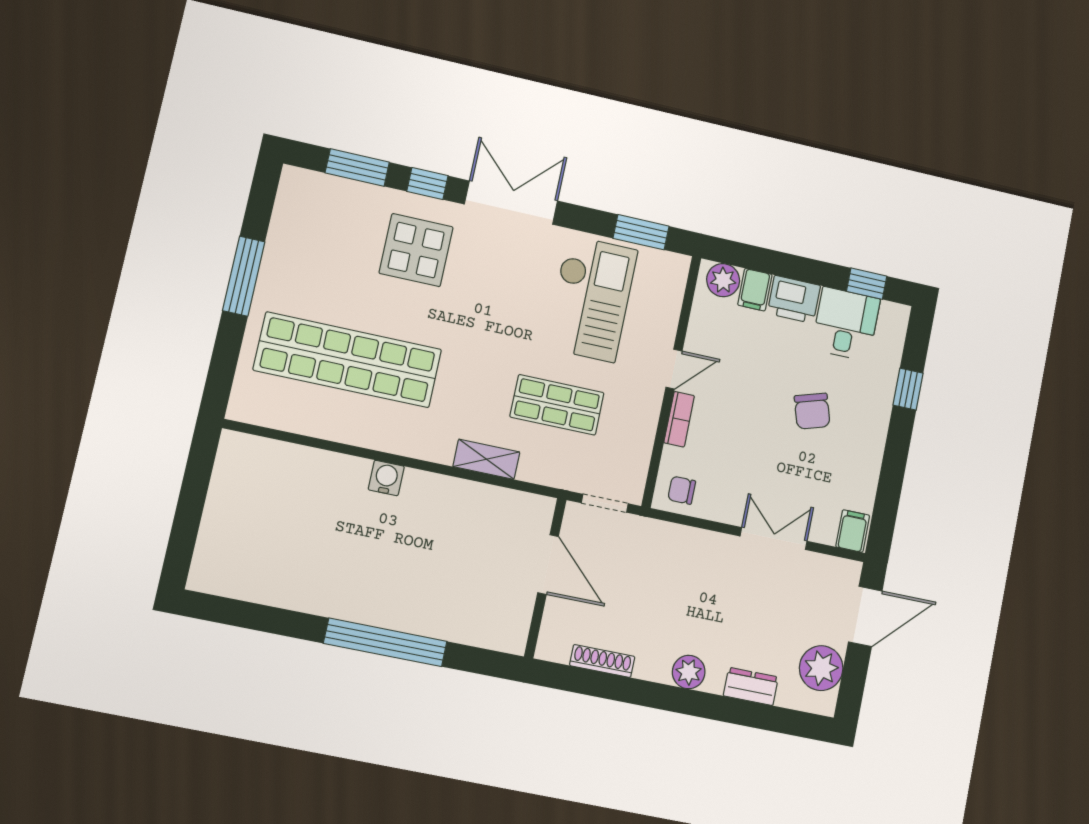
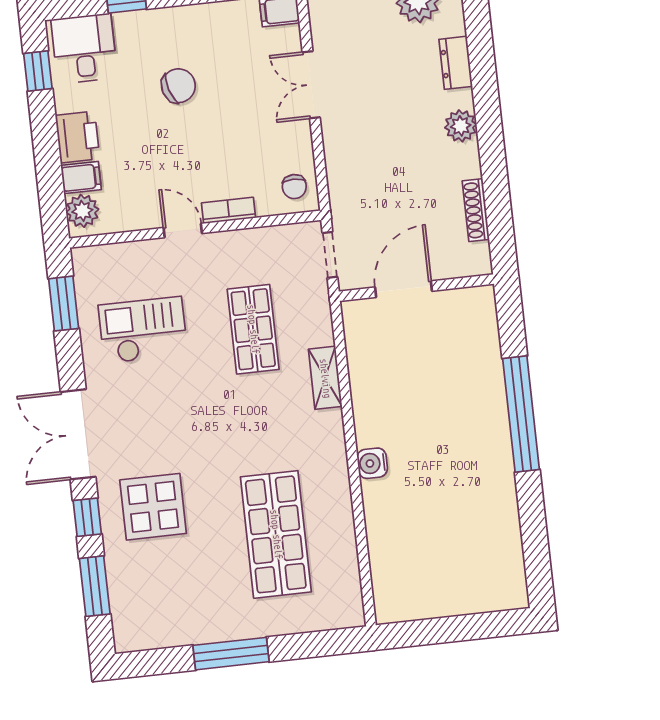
checkout: (591, 299) -> (143, 330), width x0.73, depth x0.83
desk: (846, 324) -> (84, 49), moved, turned 90
shop shelf: (348, 360) -> (276, 534), width x0.71

